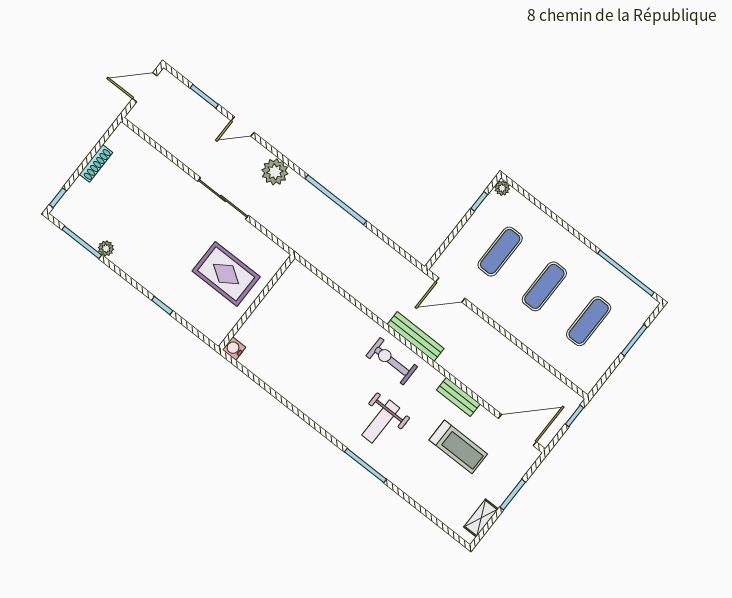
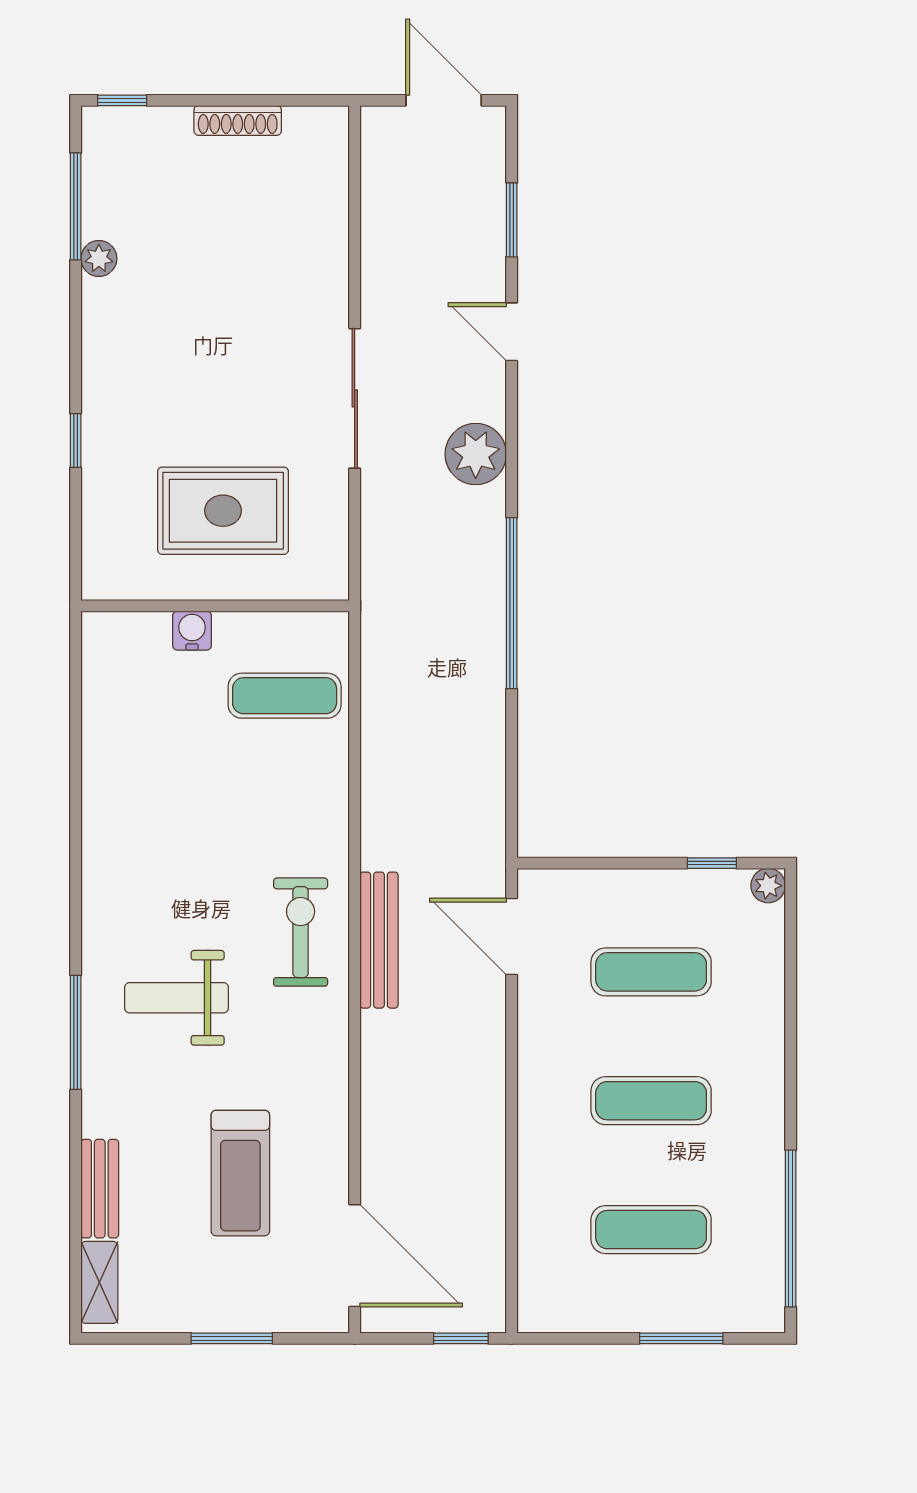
rug: (226, 274) -> (223, 511), turned 90
exercise mat: (306, 303) -> (285, 696), added
water cooler: (234, 348) -> (192, 631), moved
bench: (458, 397) -> (100, 1189), moved
shelving: (481, 518) -> (99, 1282), moved, turned 90

